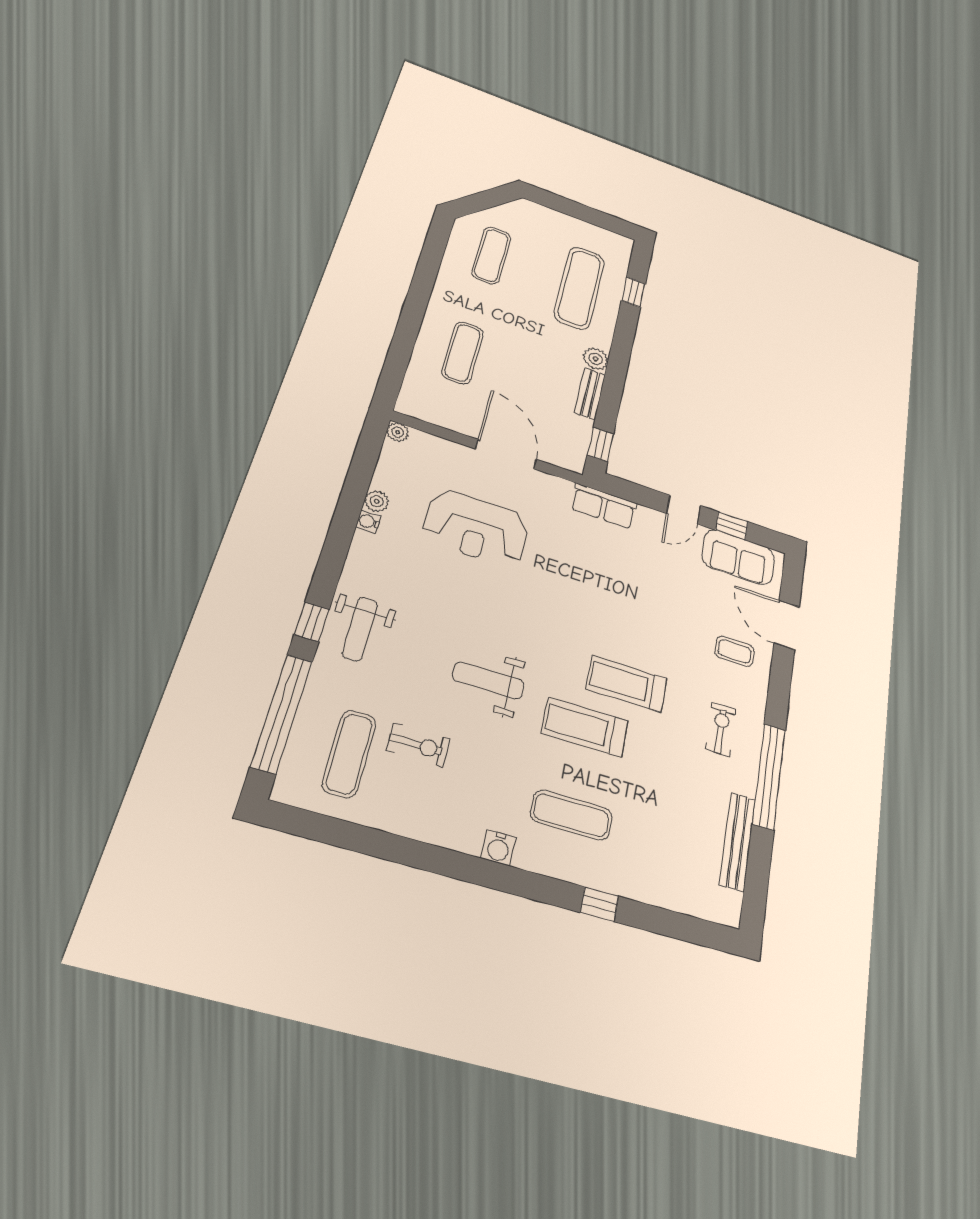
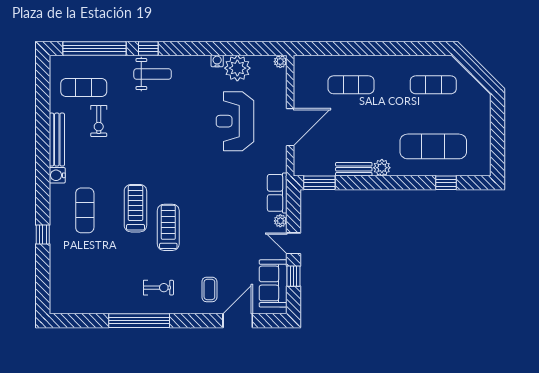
window: (600, 444) -> (319, 183), width x1.50
plant: (377, 501) -> (237, 68), width x1.88, depth x1.88
plant: (647, 516) -> (280, 221), added
weight bench: (360, 629) -> (153, 74), turned 180
weight bench: (489, 680) -> (146, 149), removed
bench: (738, 842) -> (57, 140), moved, turned 90

